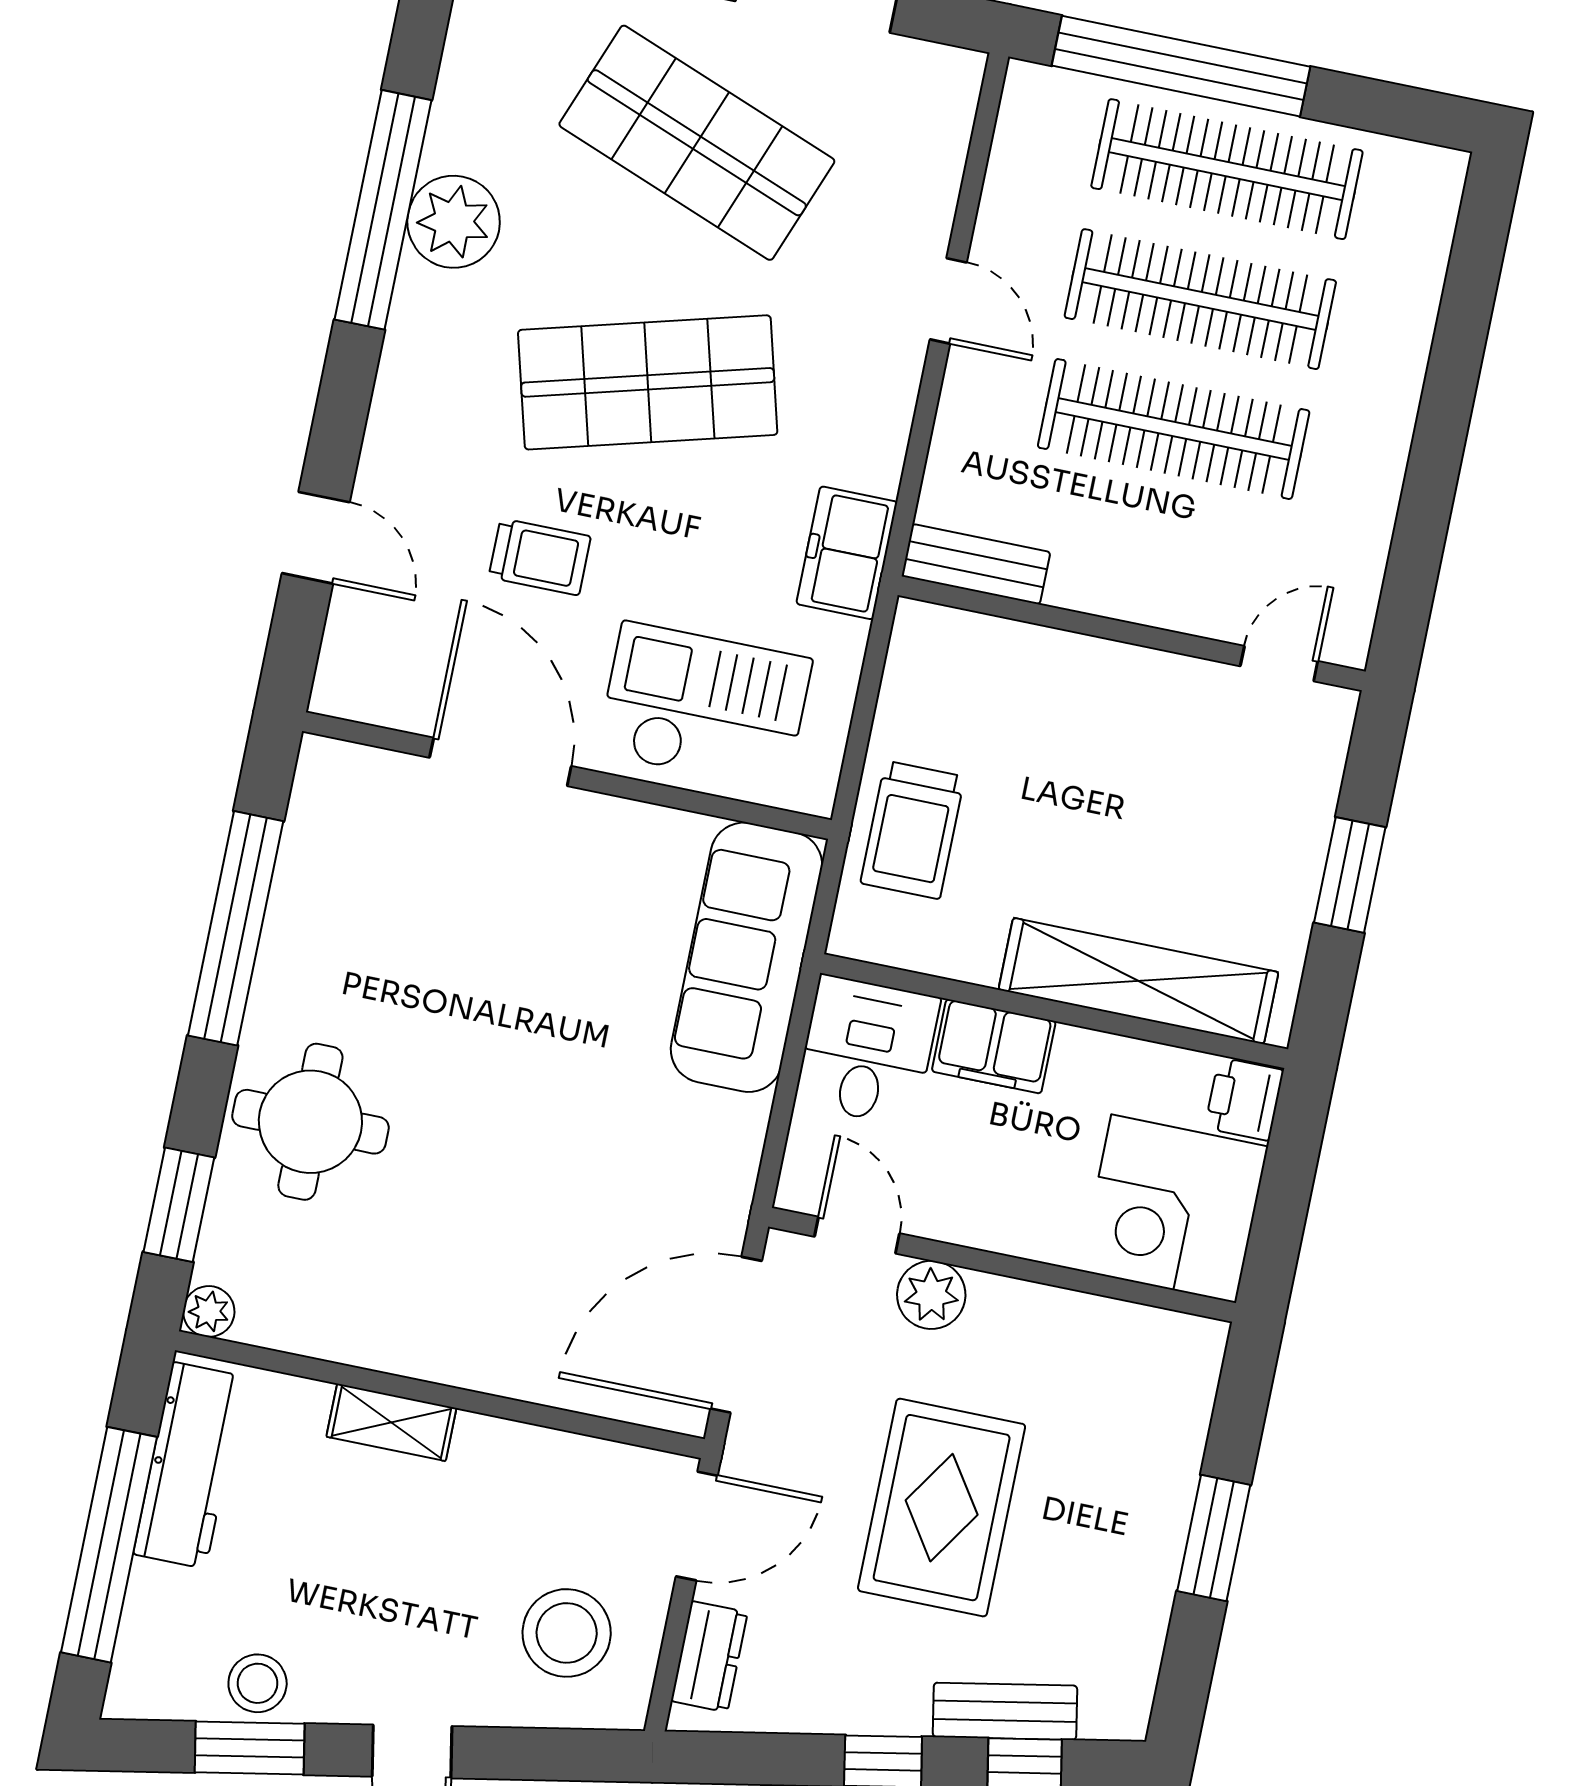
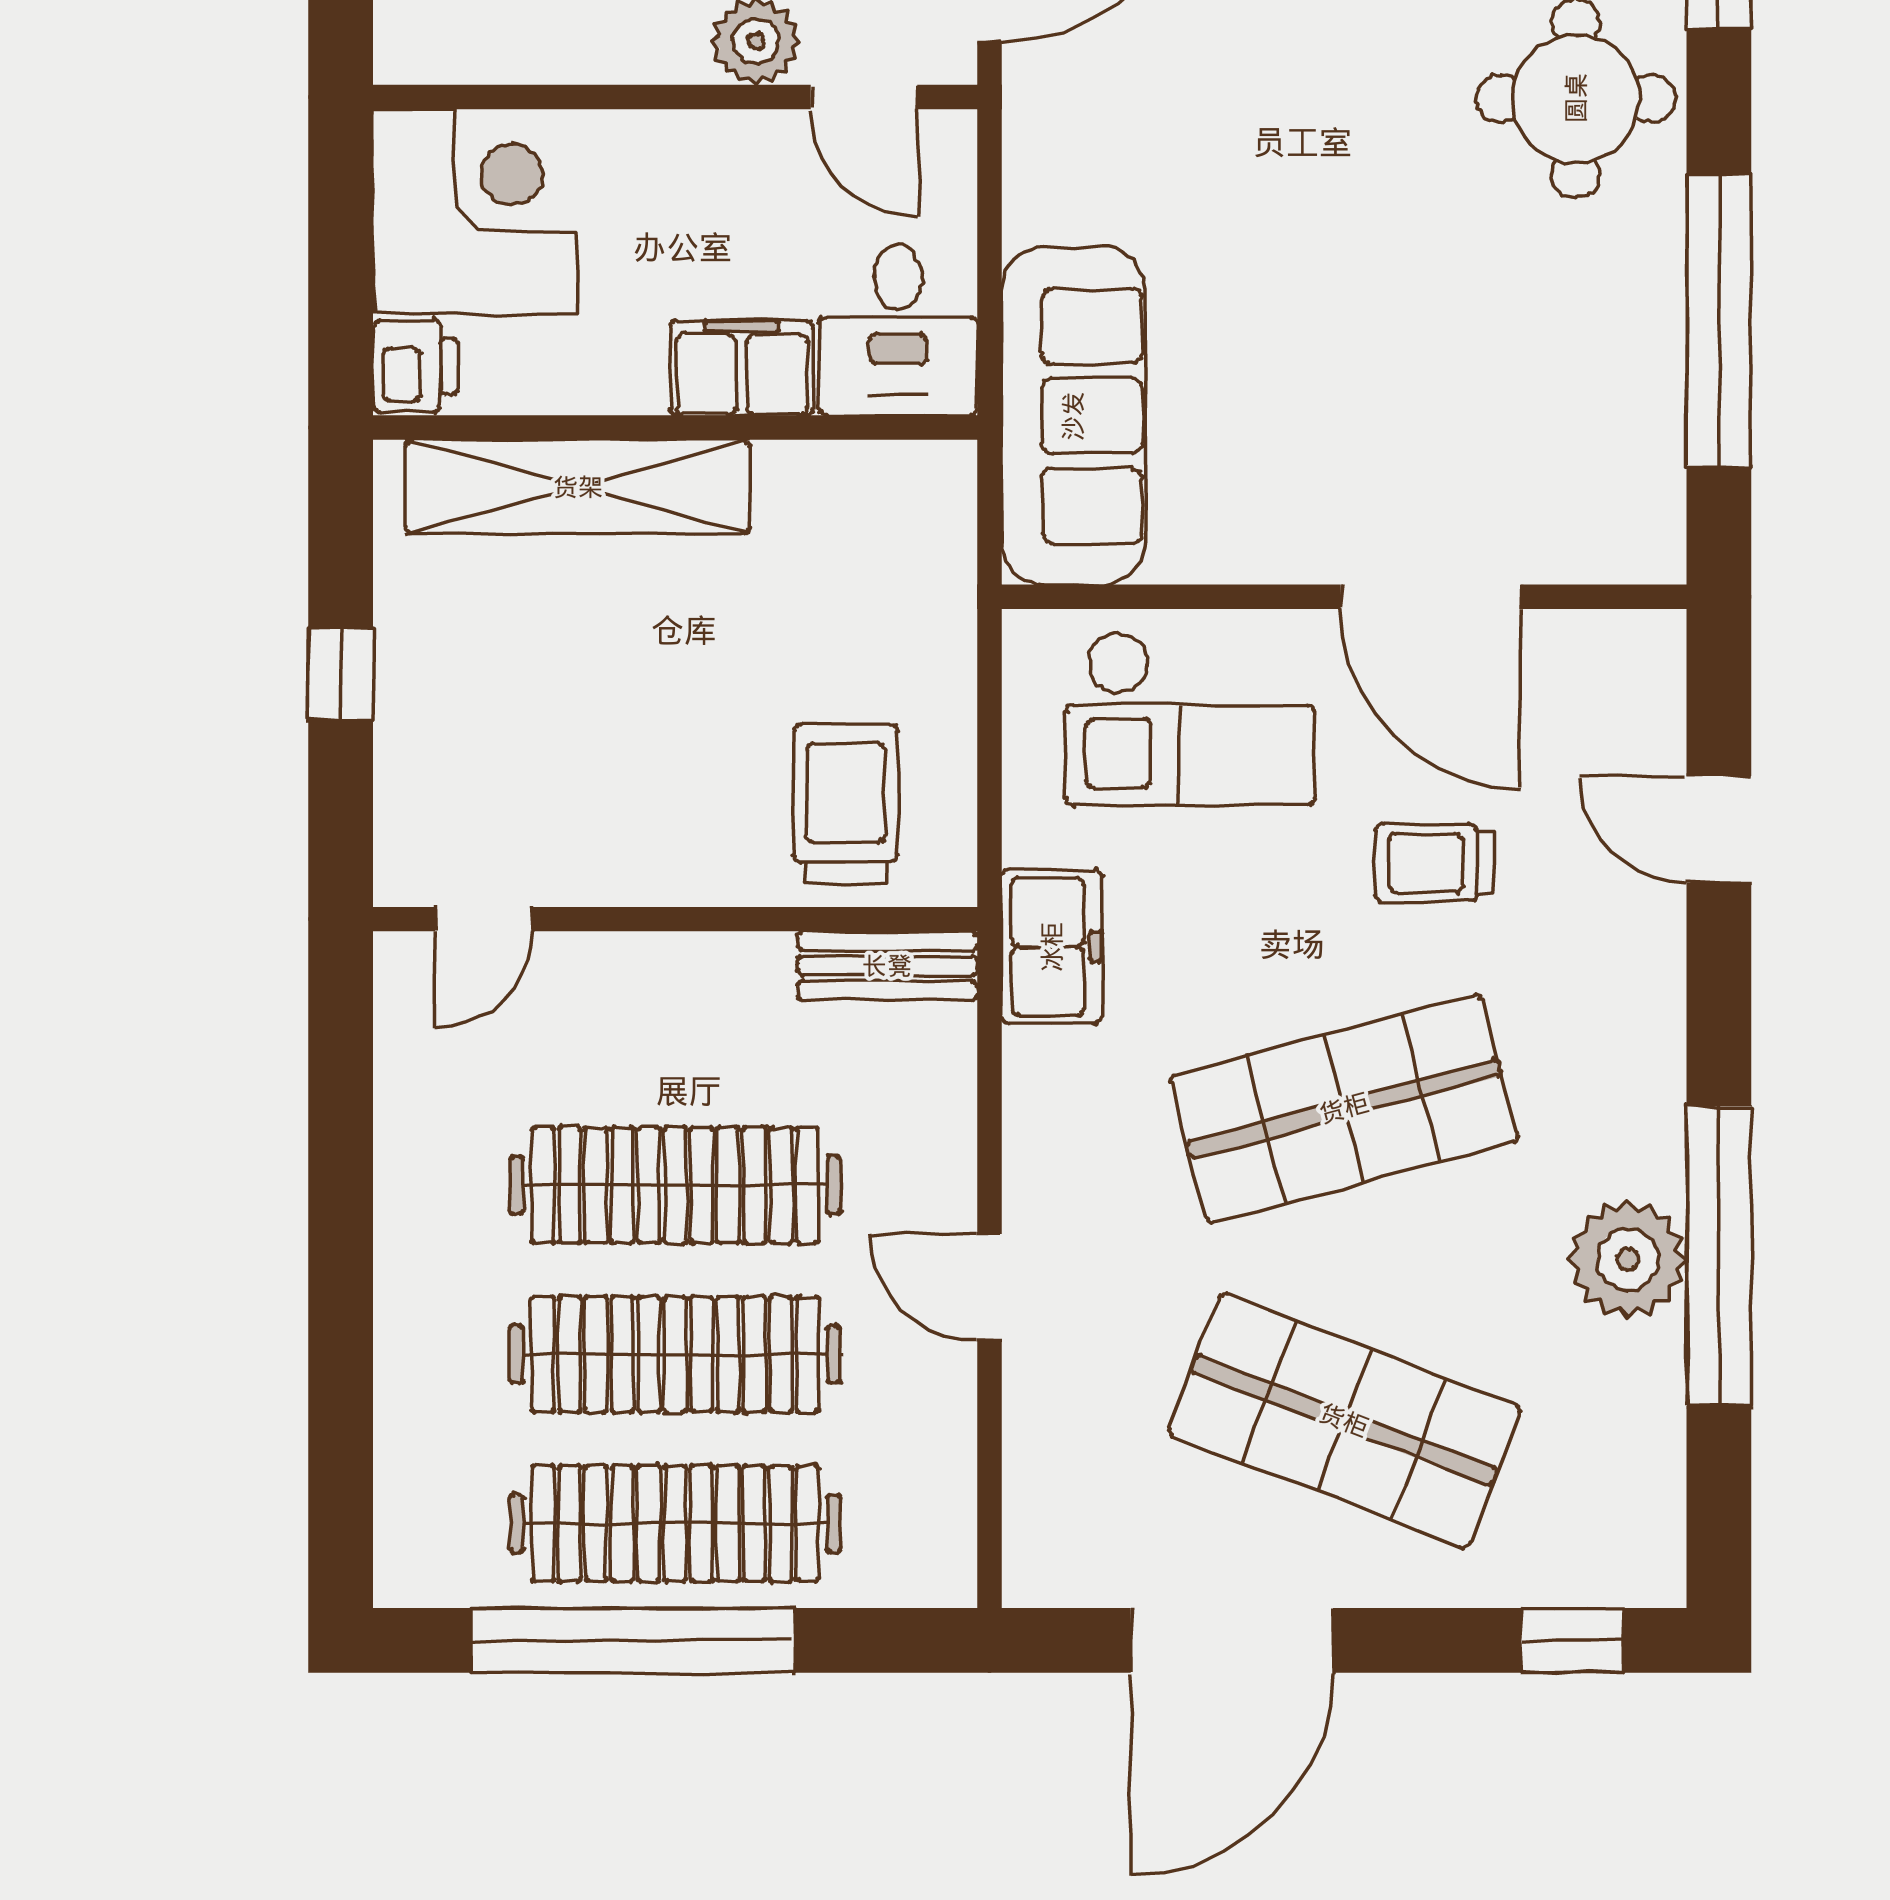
window: (1181, 66) -> (633, 1640), moved
trolley: (913, 830) -> (846, 804), moved
window: (1350, 875) -> (341, 673), width x0.67

